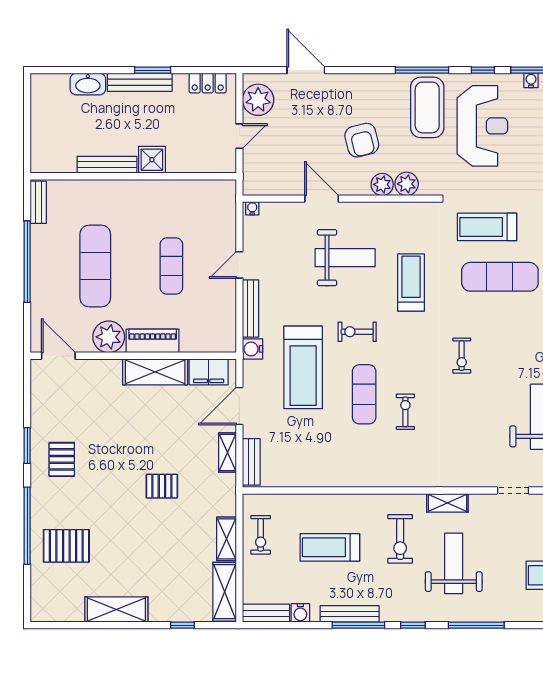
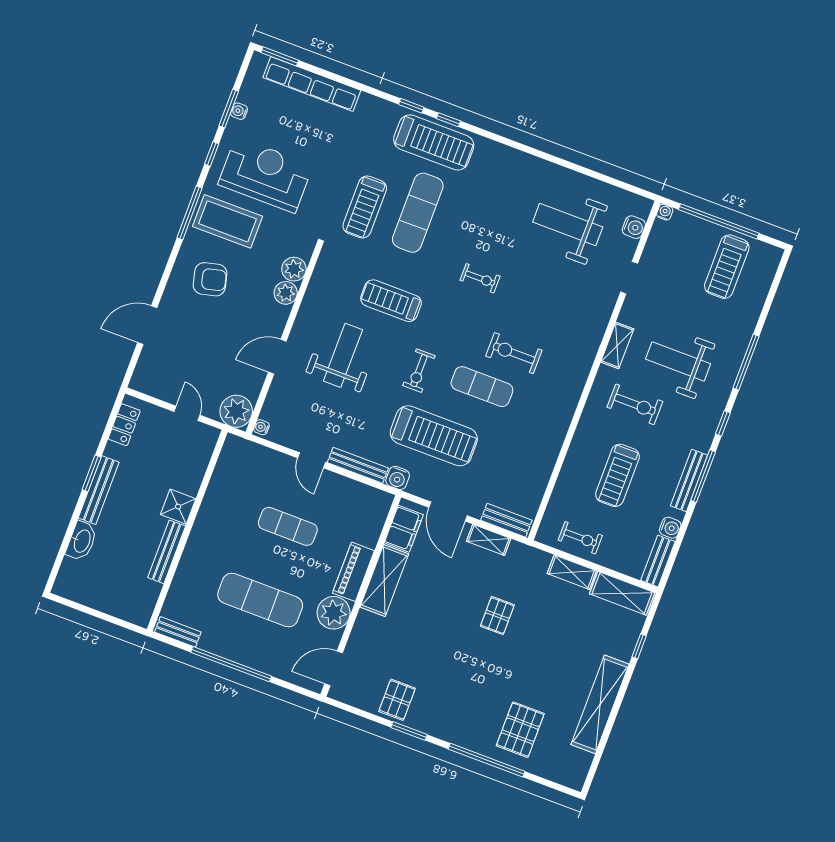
plant: (258, 100) -> (236, 411), moved
armchair: (362, 140) -> (210, 279), moved
exercise bike: (405, 412) -> (514, 353), width x1.38, depth x1.39
pallet: (62, 459) -> (397, 700), moved, turned 90
shelving: (116, 609) -> (600, 704), width x1.47

